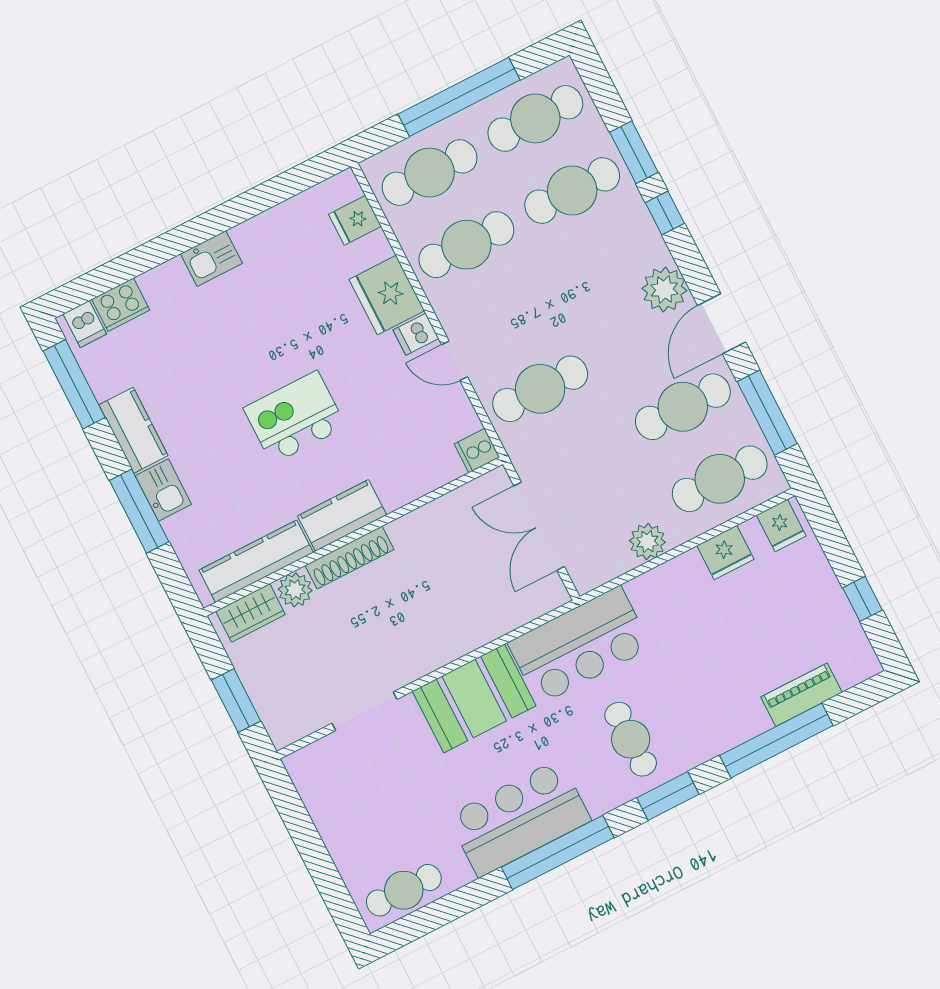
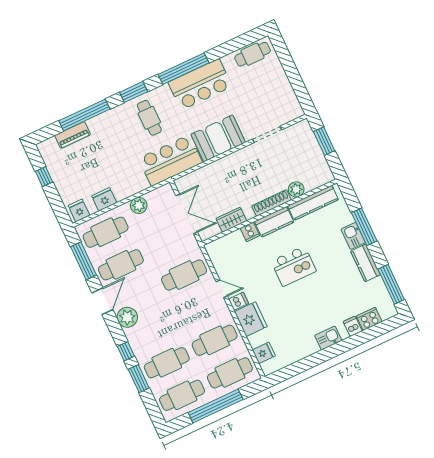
dishwasher: (85, 324) -> (353, 326), moved
cooker: (477, 451) -> (250, 232), moved, turned 90
wardrobe: (251, 613) -> (231, 220), moved

